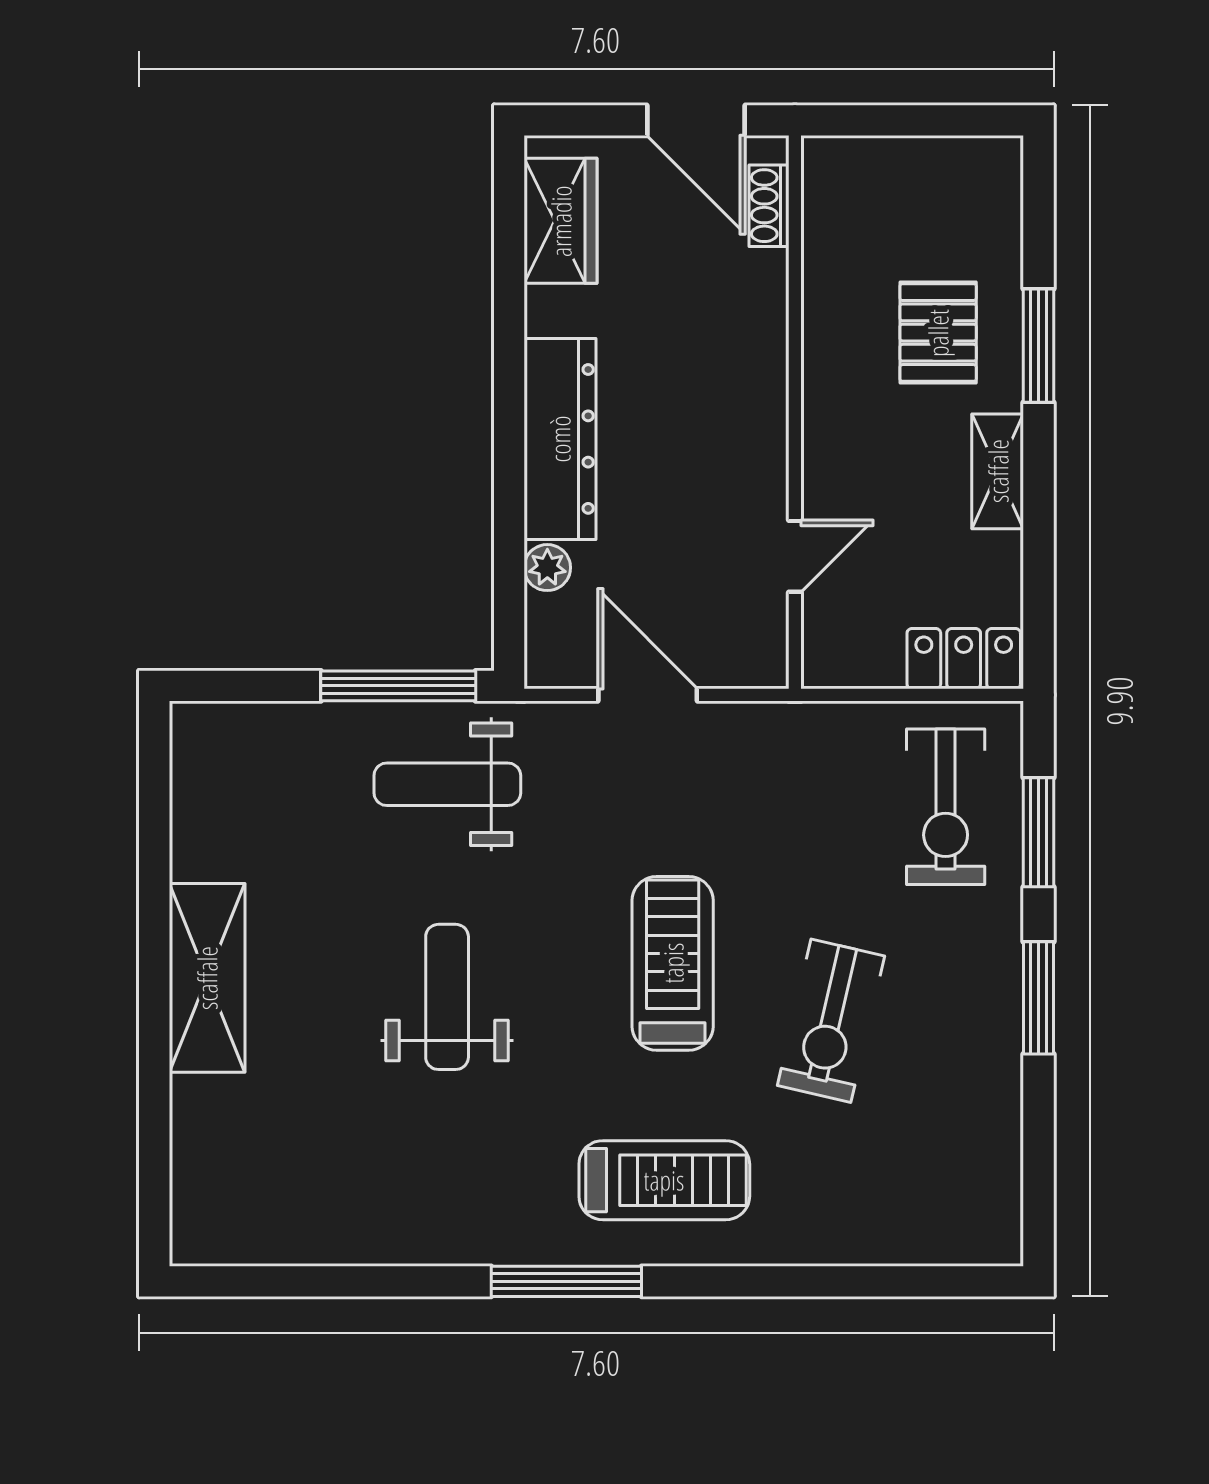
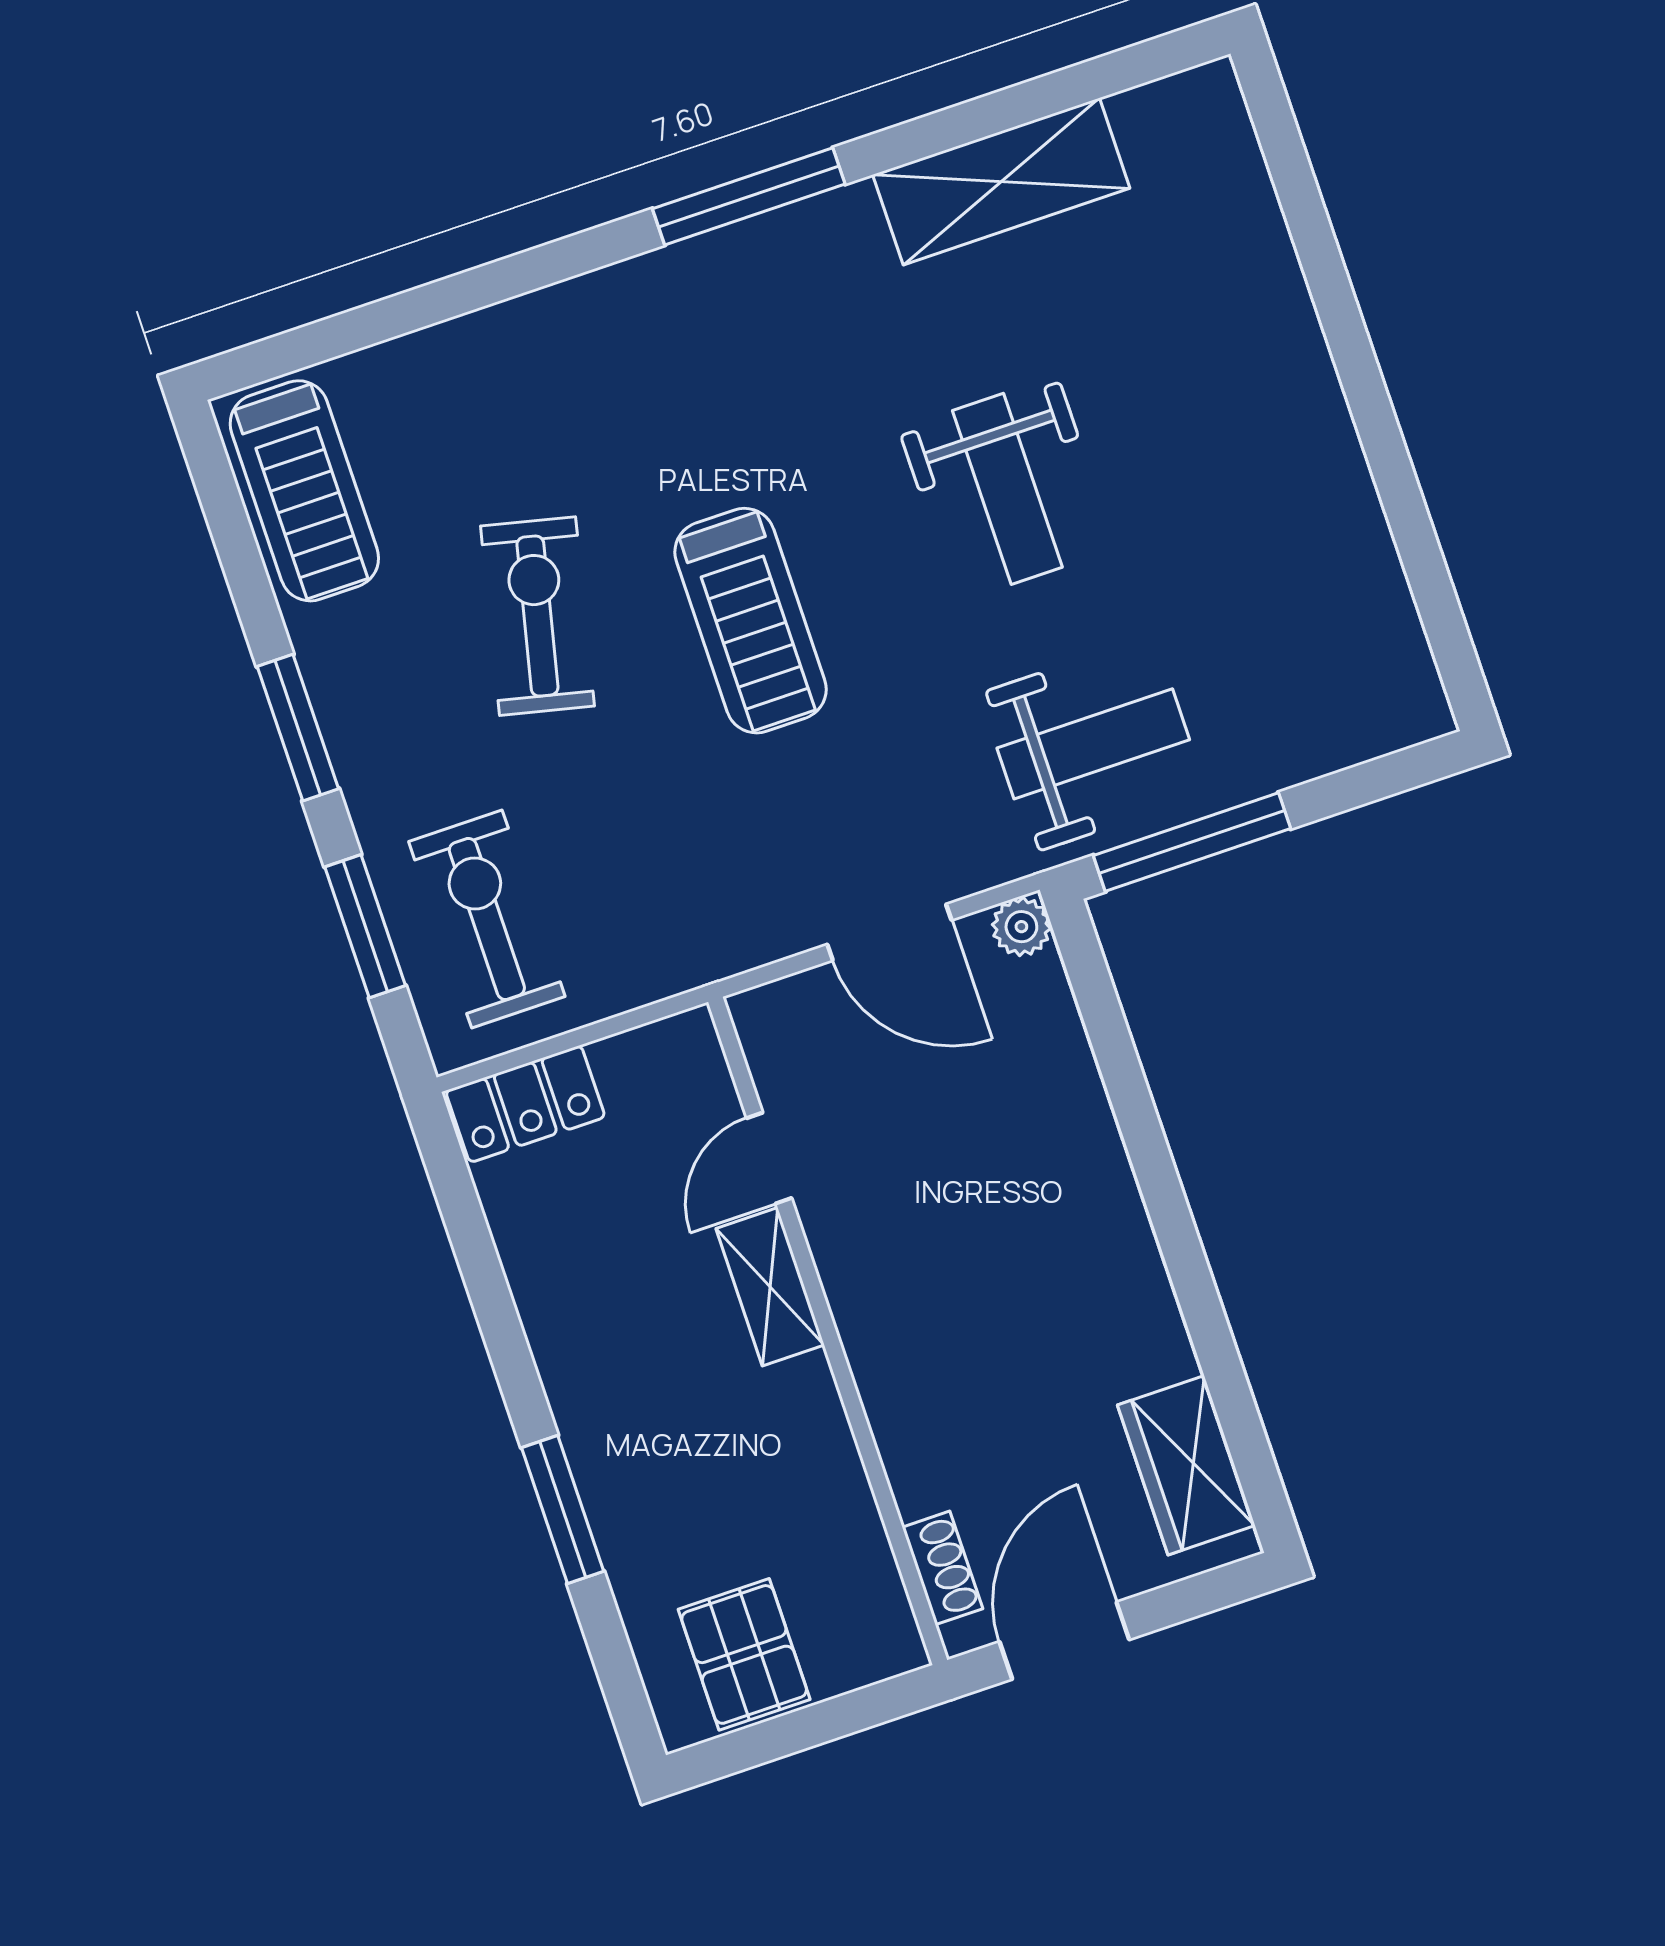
door: (696, 120) -> (1064, 1641), hinge flipped
pallet: (938, 333) -> (744, 1654), moved
dresser: (560, 439) -> (1098, 1204), removed
shelving: (998, 471) -> (770, 1287), moved
plant: (547, 568) -> (1021, 927), moved
shelving: (207, 978) -> (1001, 182), moved, turned 90
treadmill: (664, 1180) -> (304, 491), moved, turned -90

